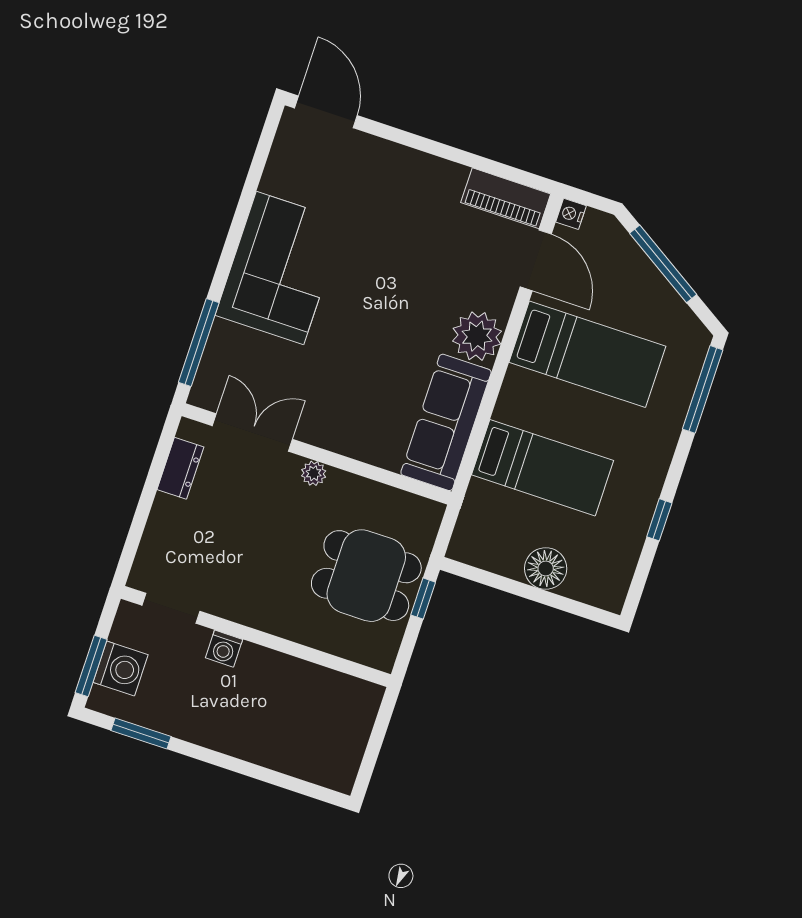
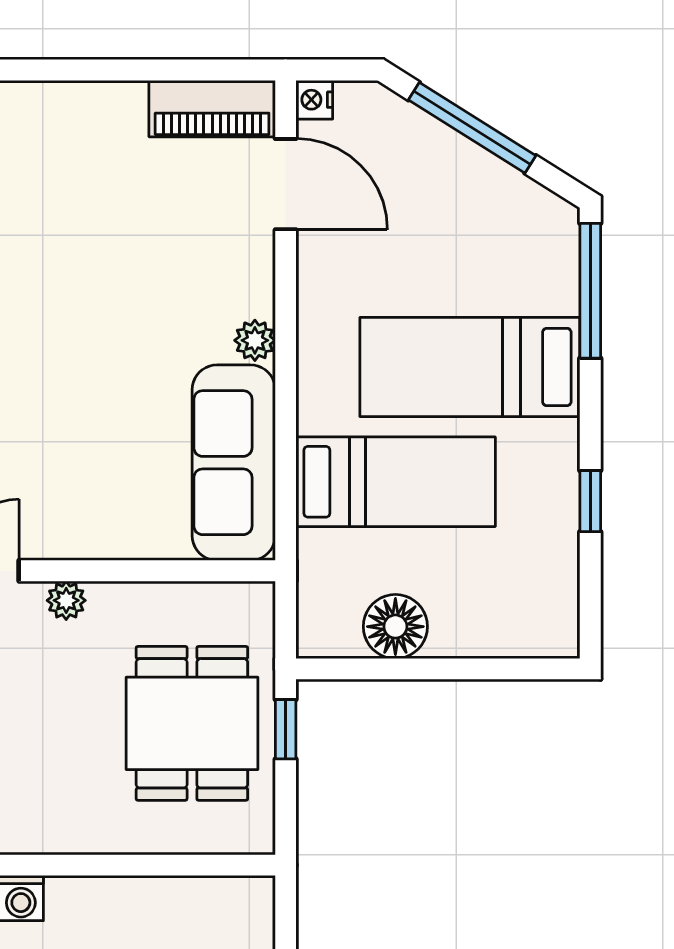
plant: (477, 336) -> (255, 340), width x0.53, depth x0.53
bed: (587, 354) -> (470, 367), moved, turned 180
floor lamp: (546, 568) -> (395, 627), moved
dining table: (366, 576) -> (192, 723), turned 90

